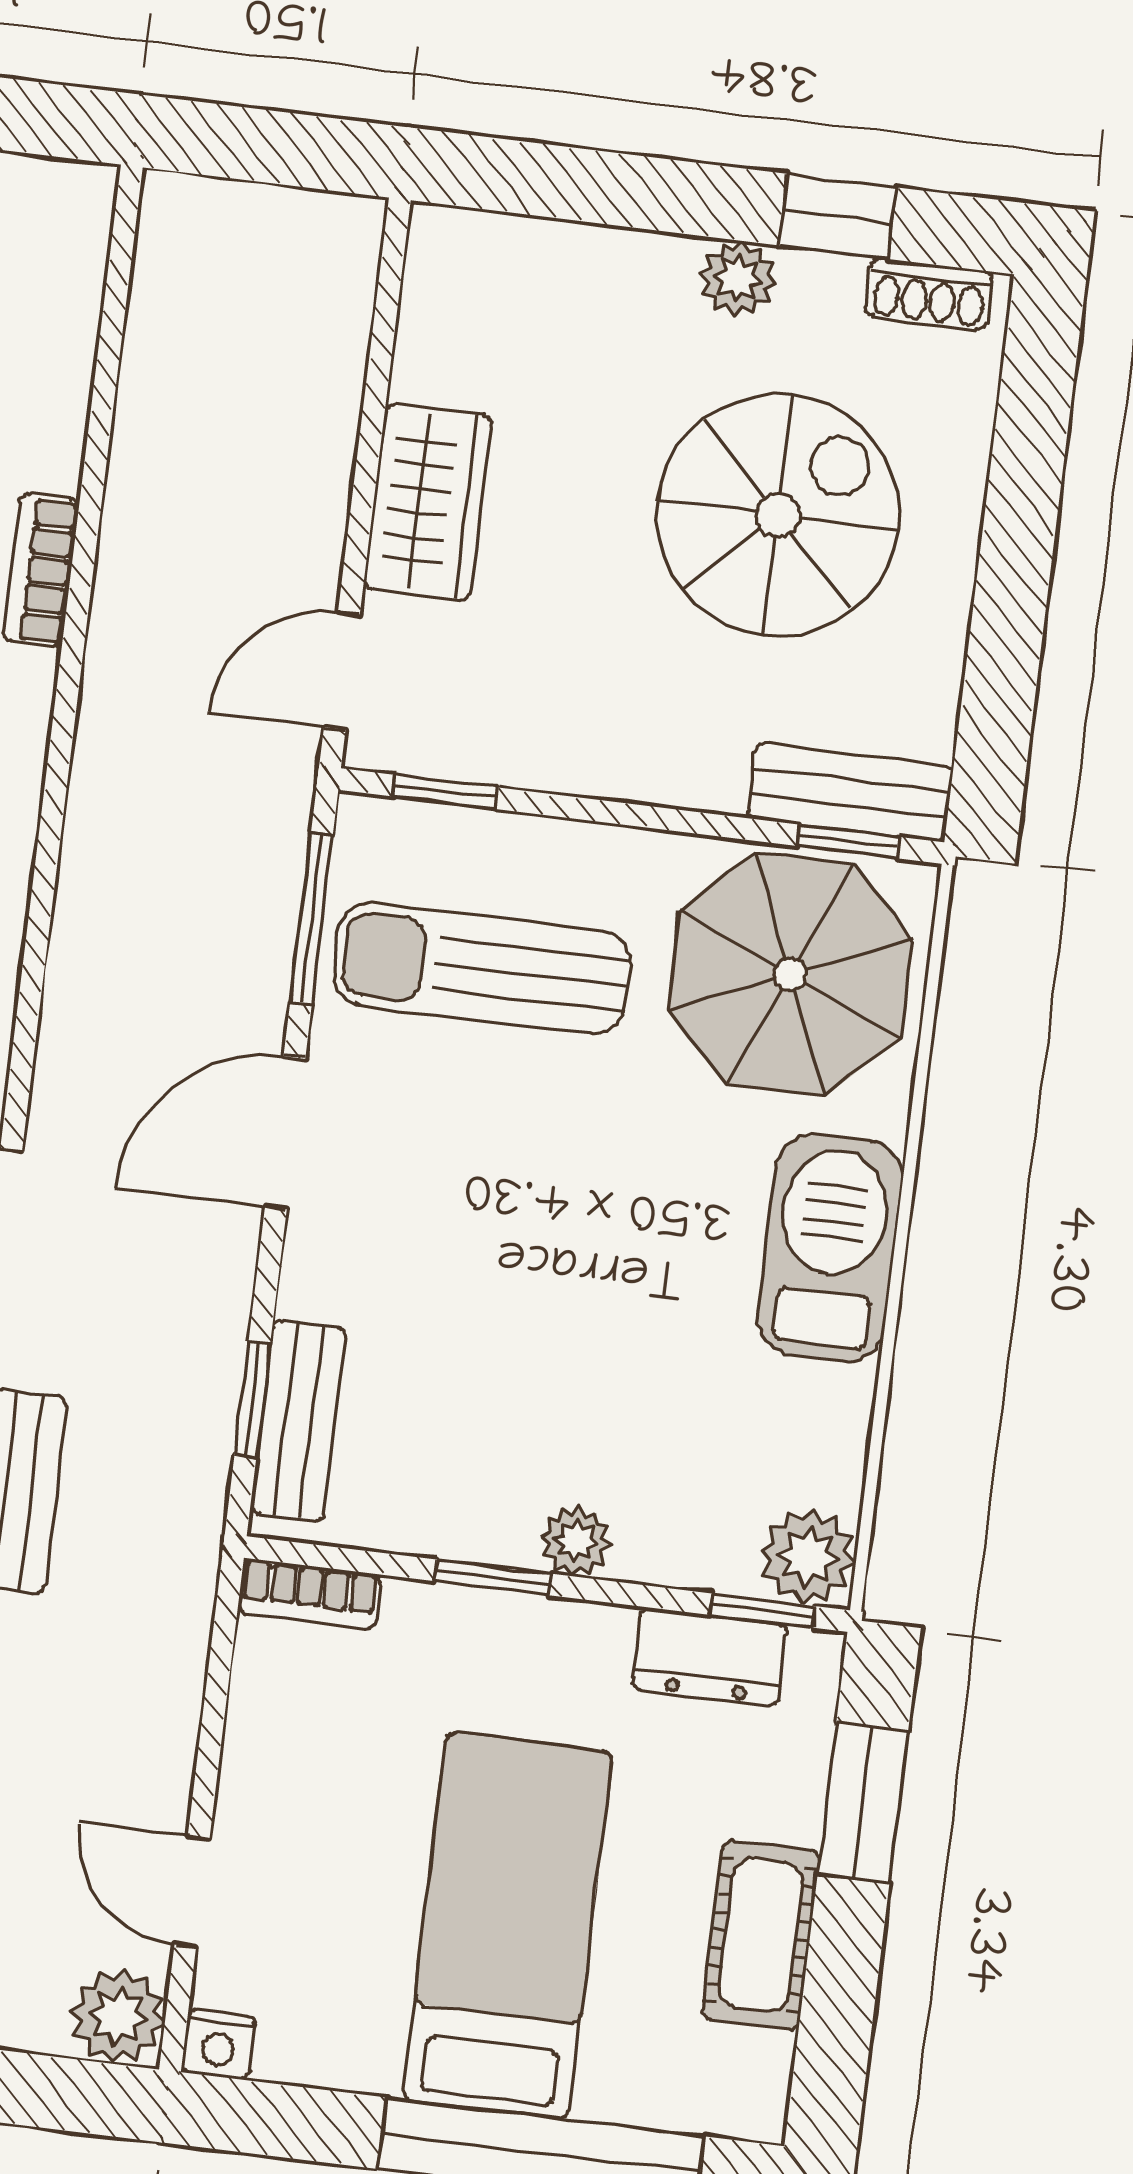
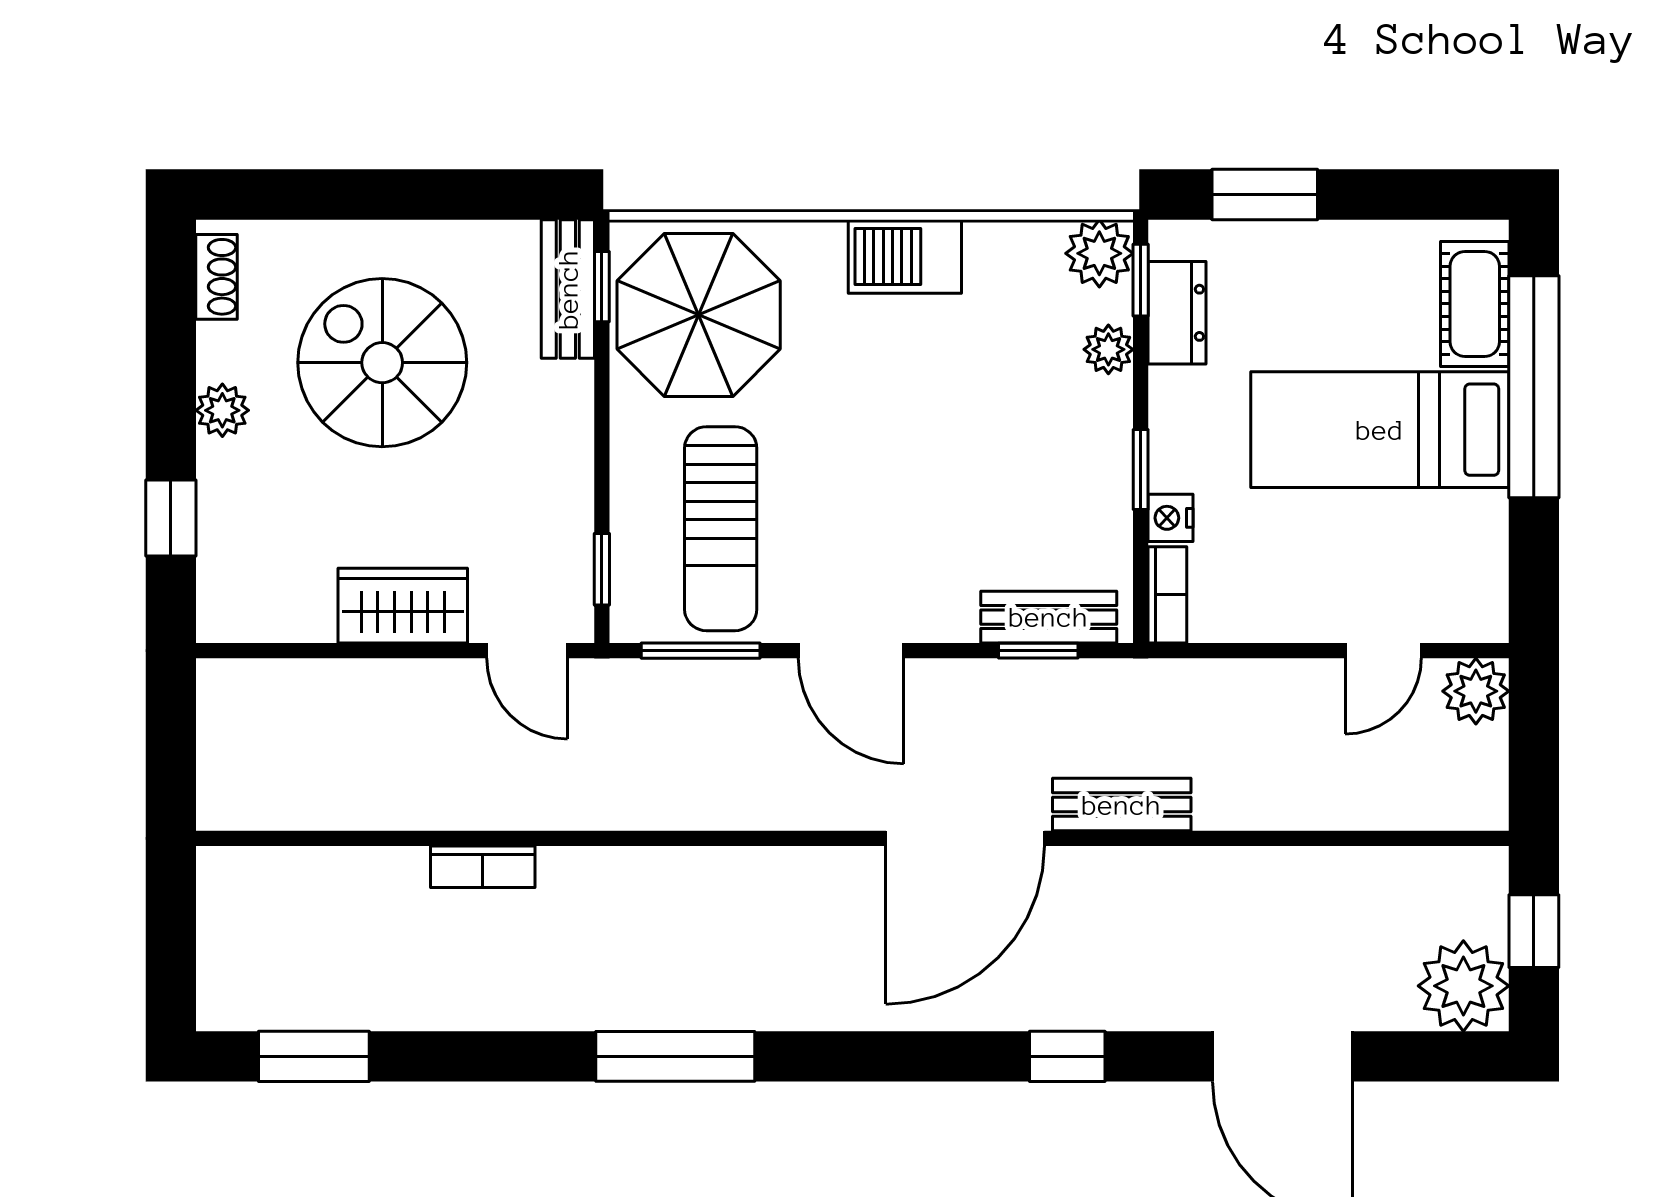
window: (837, 216) -> (171, 518), moved
barbecue: (830, 1248) -> (905, 256), width x0.73, depth x0.83
plant: (576, 1541) -> (1108, 349), moved
cot: (761, 1935) -> (1475, 304), moved, turned 90
nightstand: (218, 2044) -> (1170, 518), moved, turned 180

